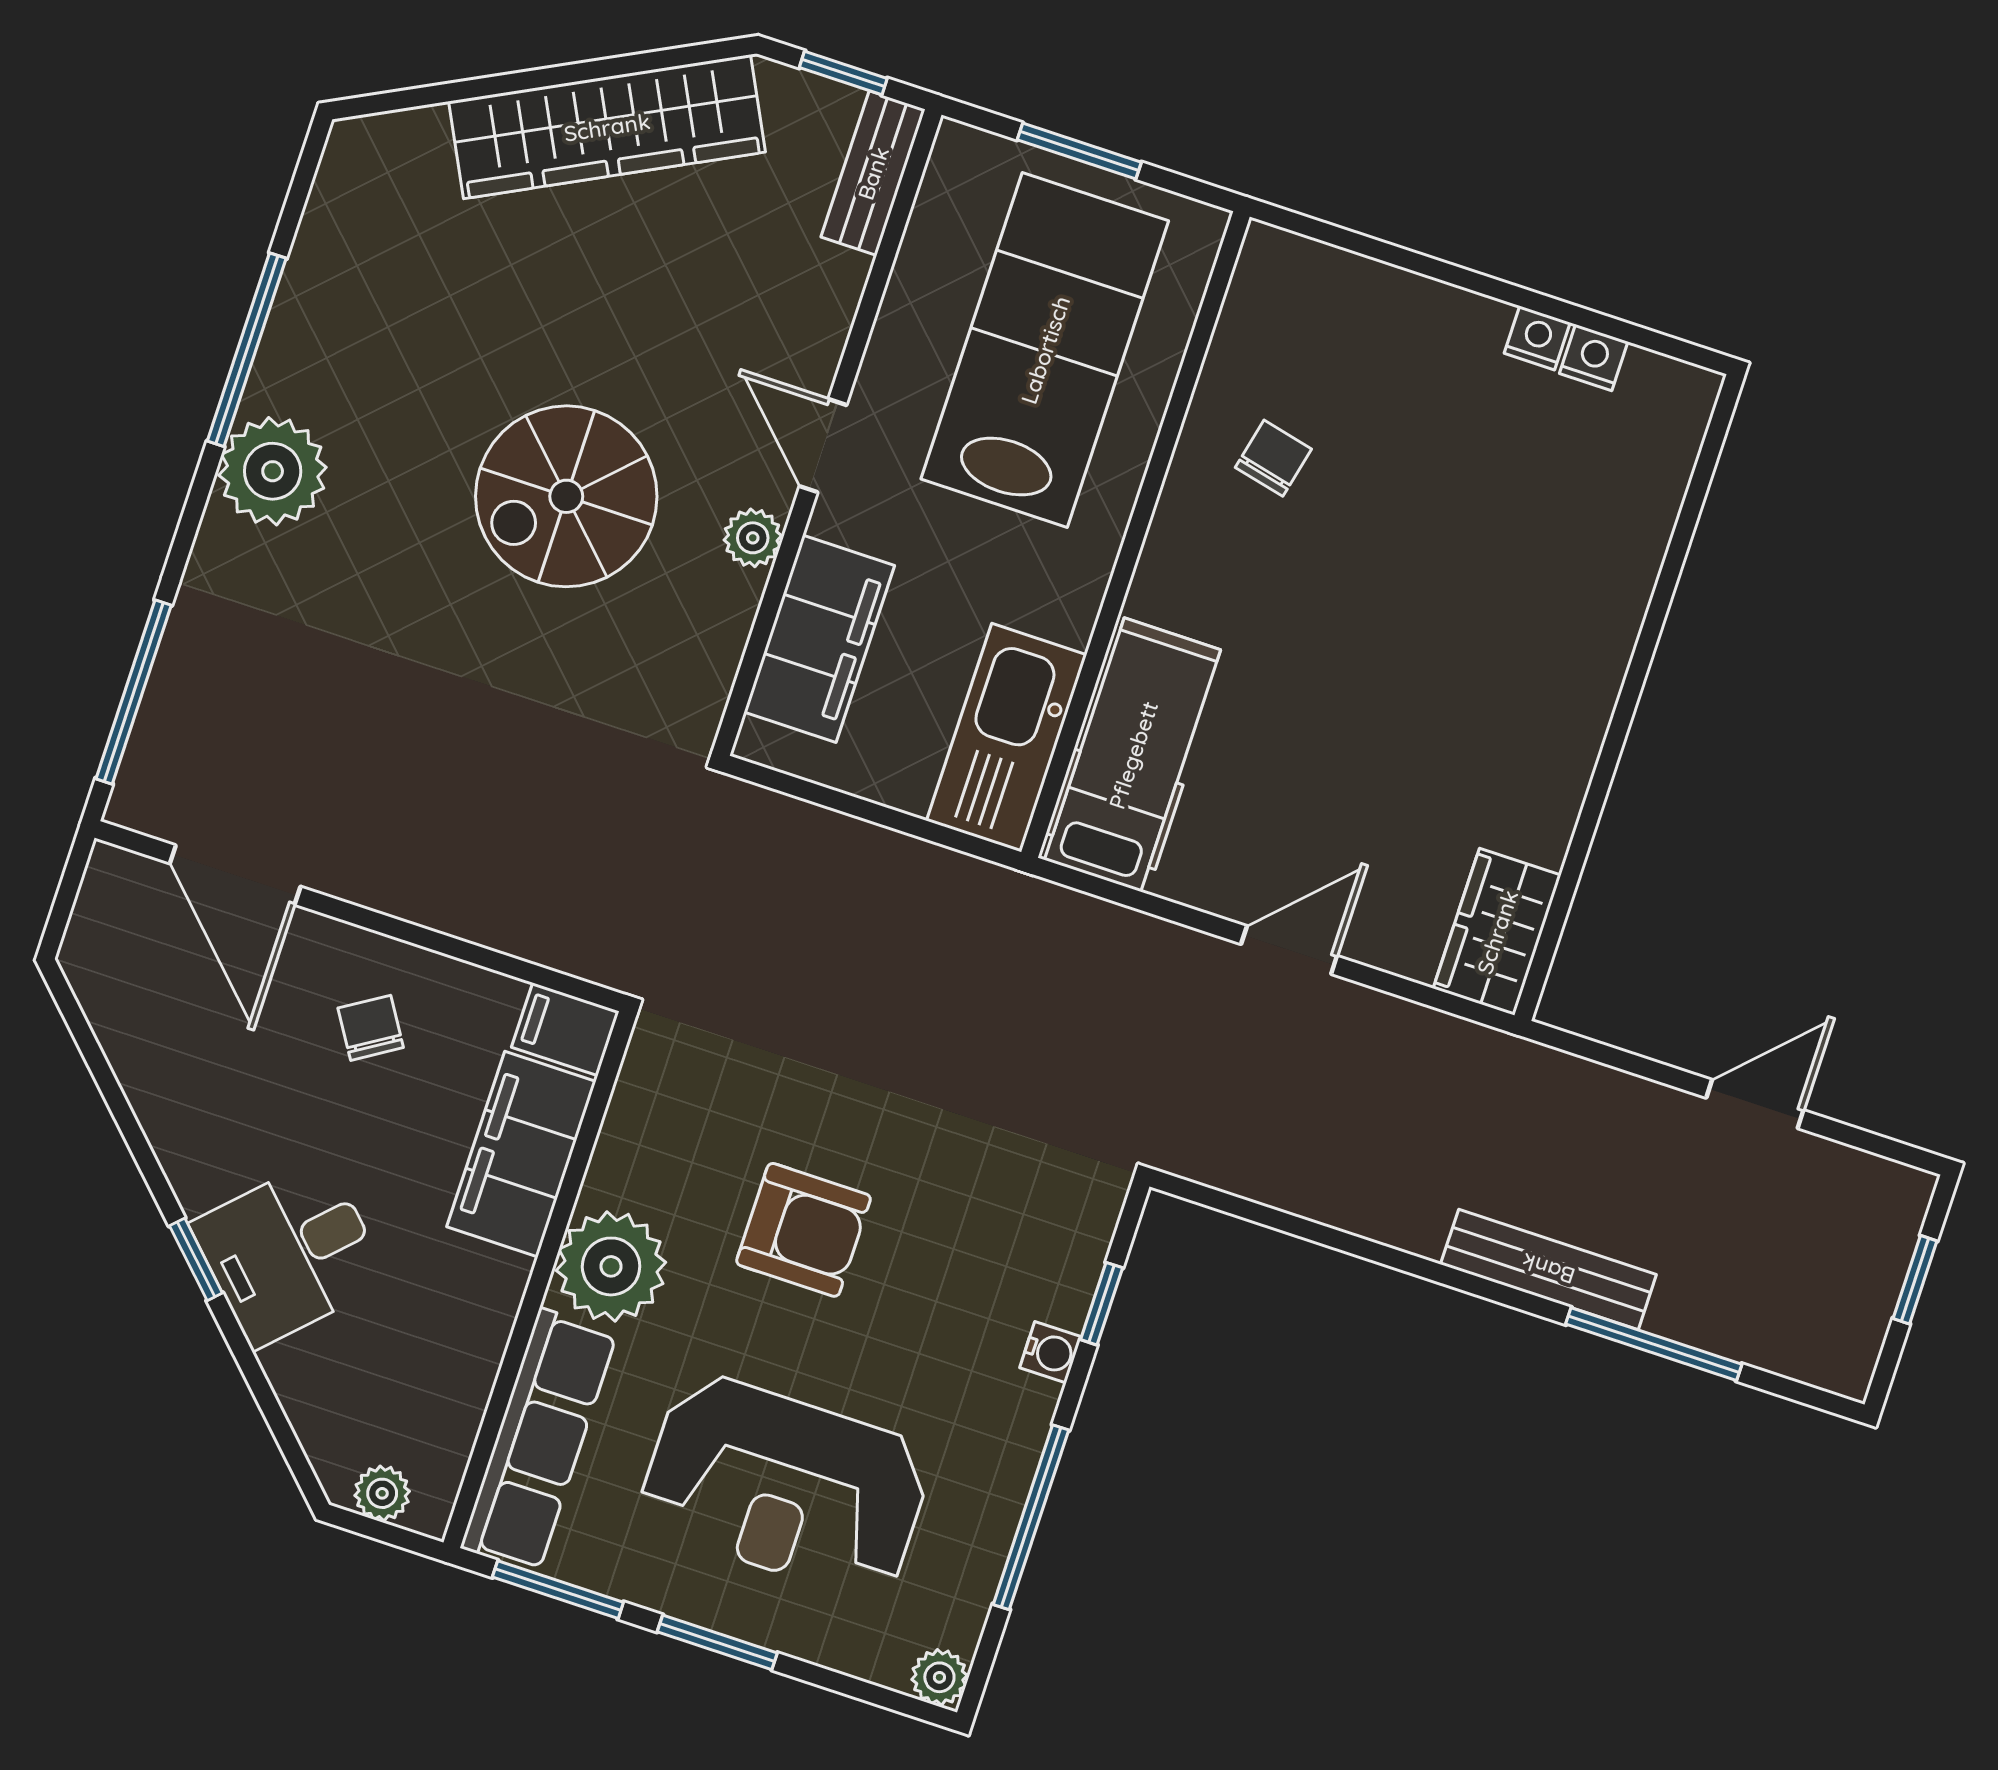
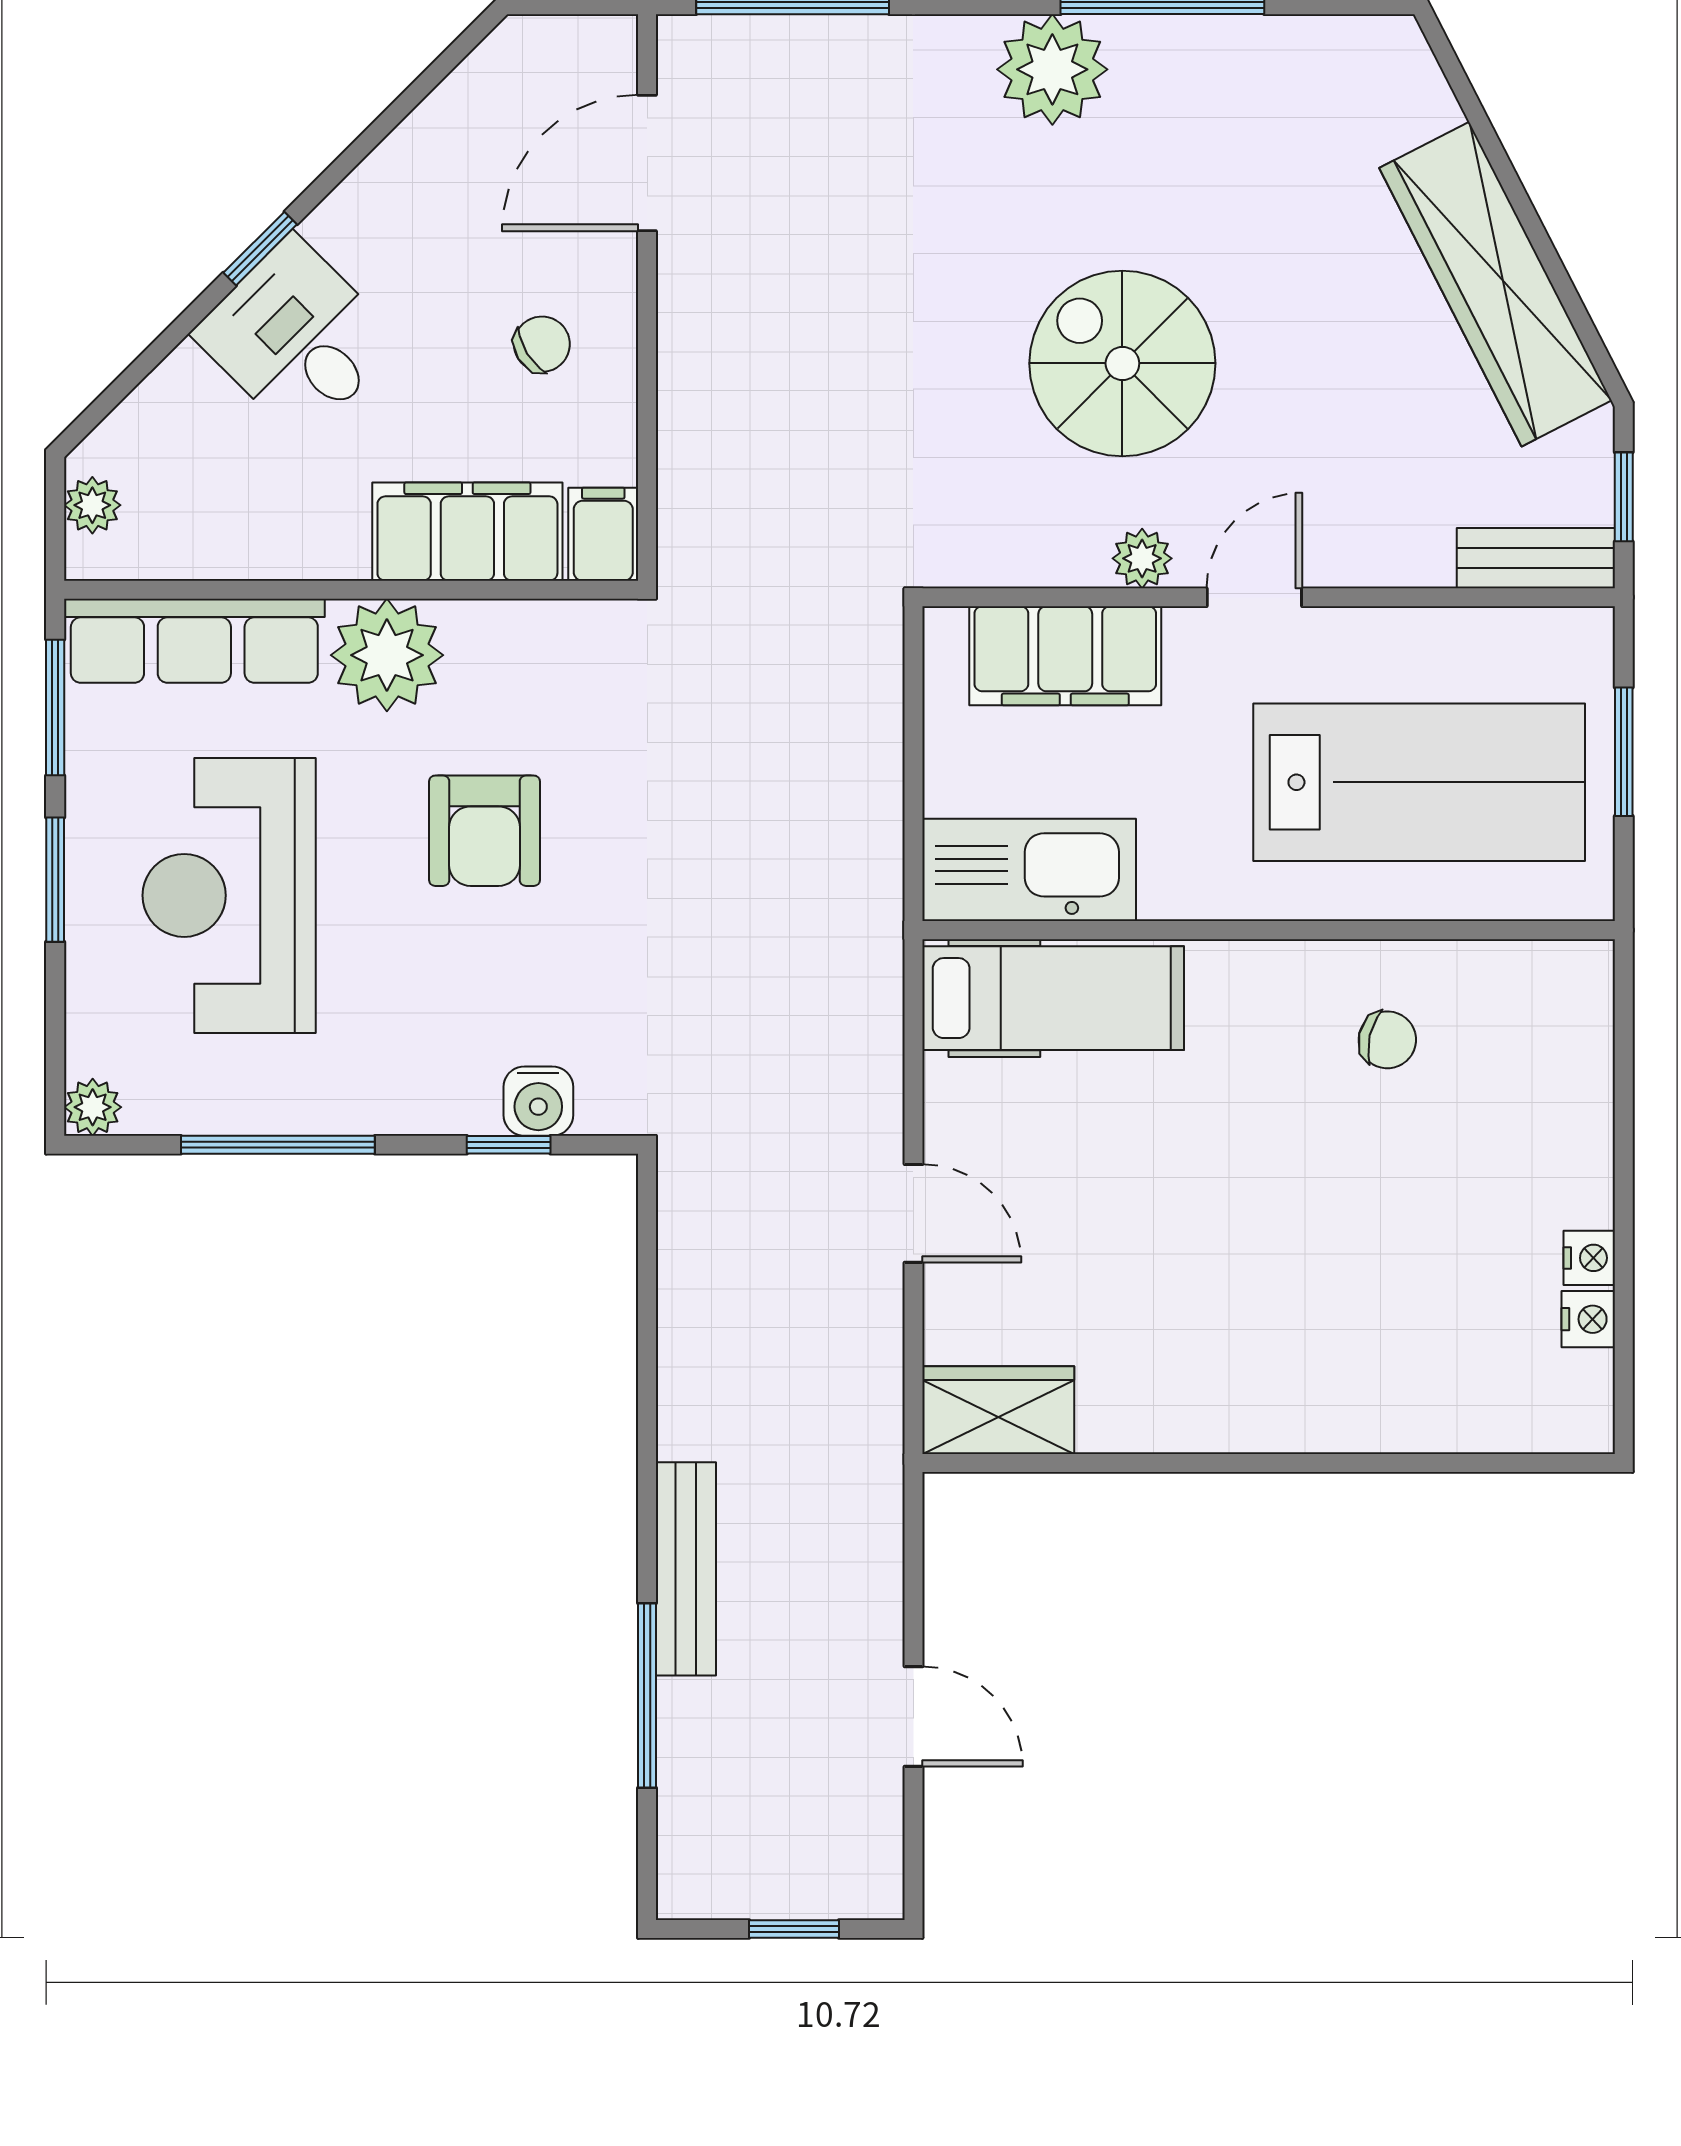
water cooler: (1051, 1352) -> (538, 1101), moved, width x1.38, depth x1.38

